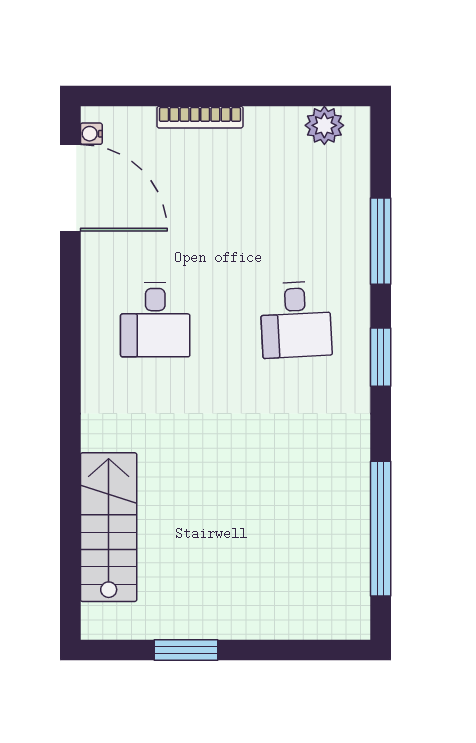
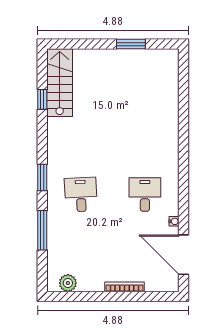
water cooler: (91, 134) -> (174, 221), moved
stairs: (109, 527) -> (60, 83), moved, turned 180
window: (381, 529) -> (42, 99), width x0.32

